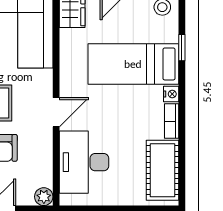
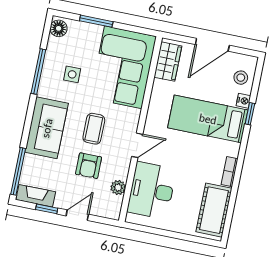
nightstand: (171, 94) -> (243, 101), moved
plant: (44, 197) -> (118, 188), moved

